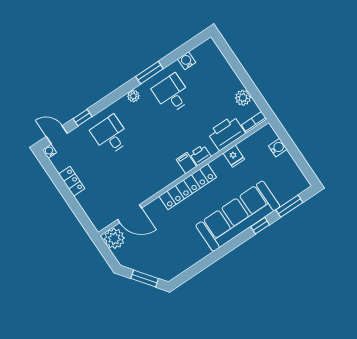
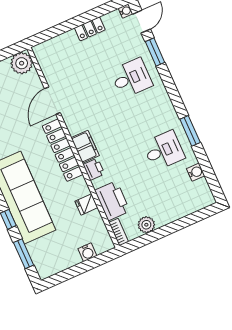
plant: (133, 96) -> (168, 110), removed
window: (83, 118) -> (155, 52), width x1.50
filing cabinet: (186, 163) -> (85, 147), width x2.00
door: (130, 214) -> (52, 101), moved

